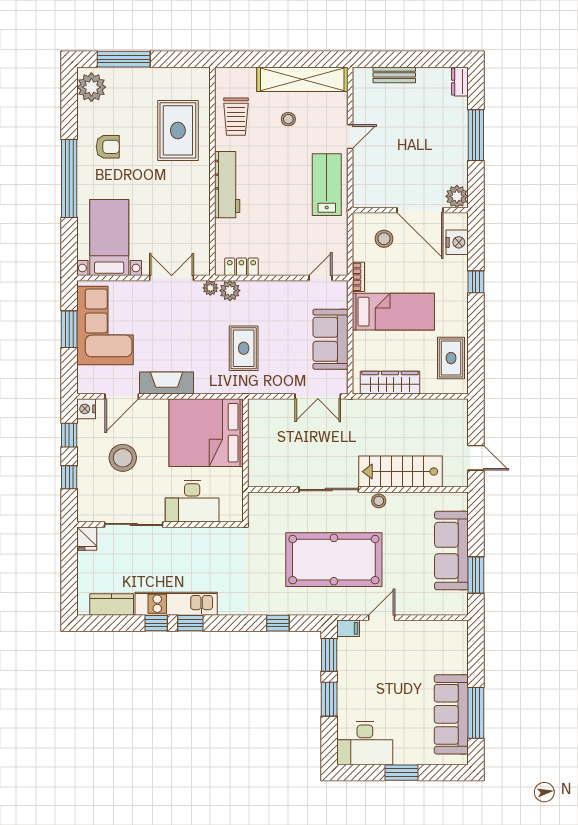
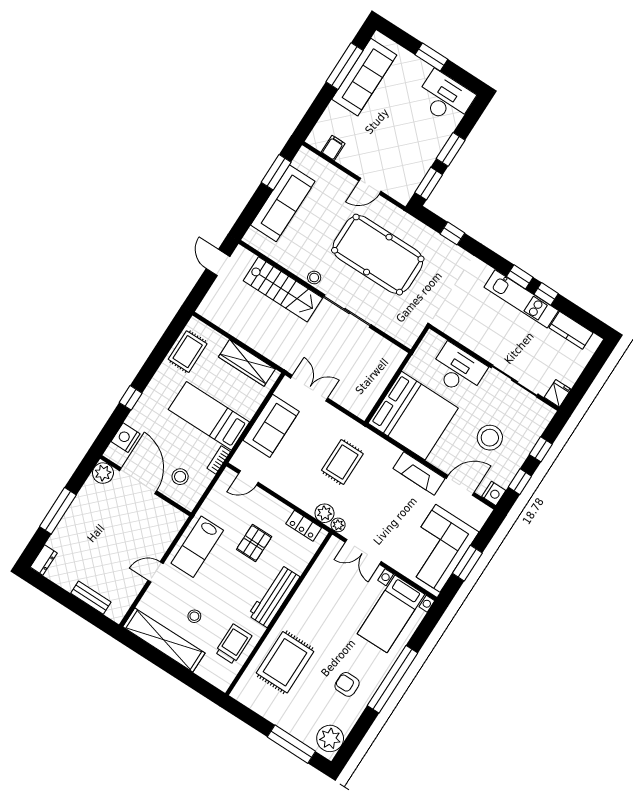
pallet: (277, 222) -> (254, 543), added
filing cabinet: (348, 628) -> (333, 148), moved, turned 90

